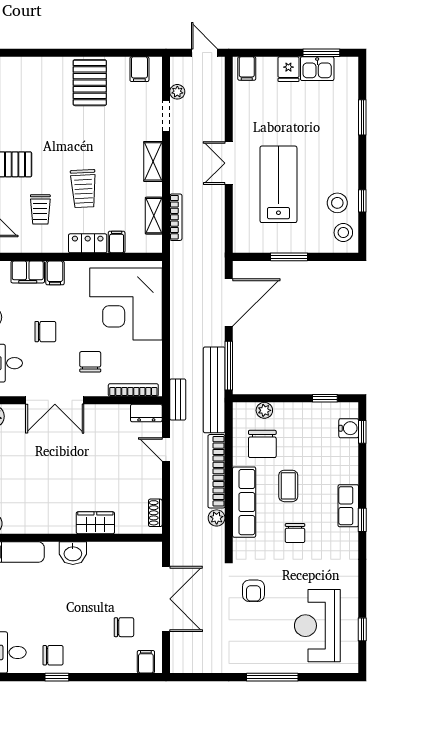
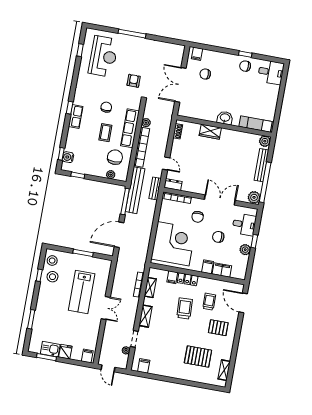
pallet: (90, 83) -> (198, 357), moved, turned 90

